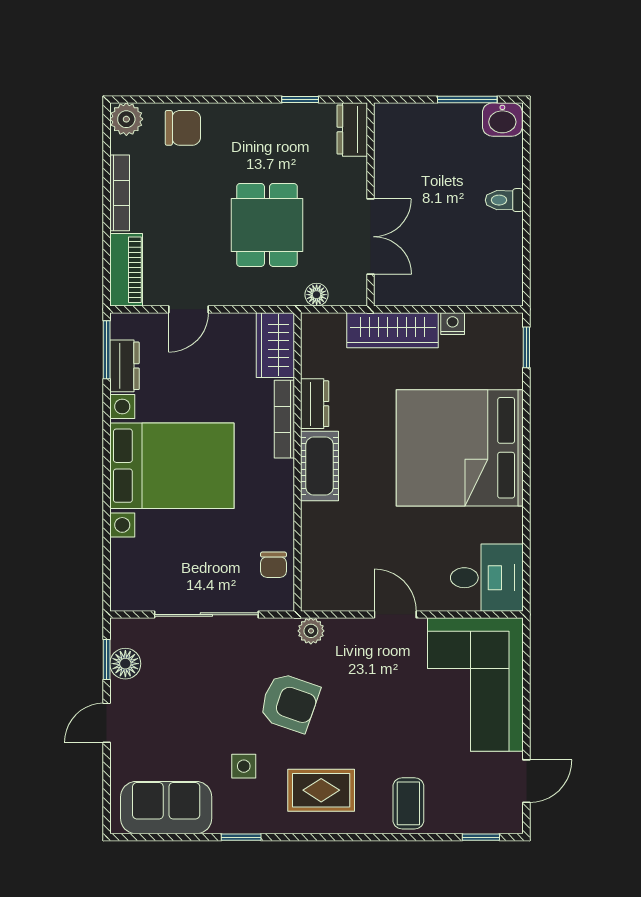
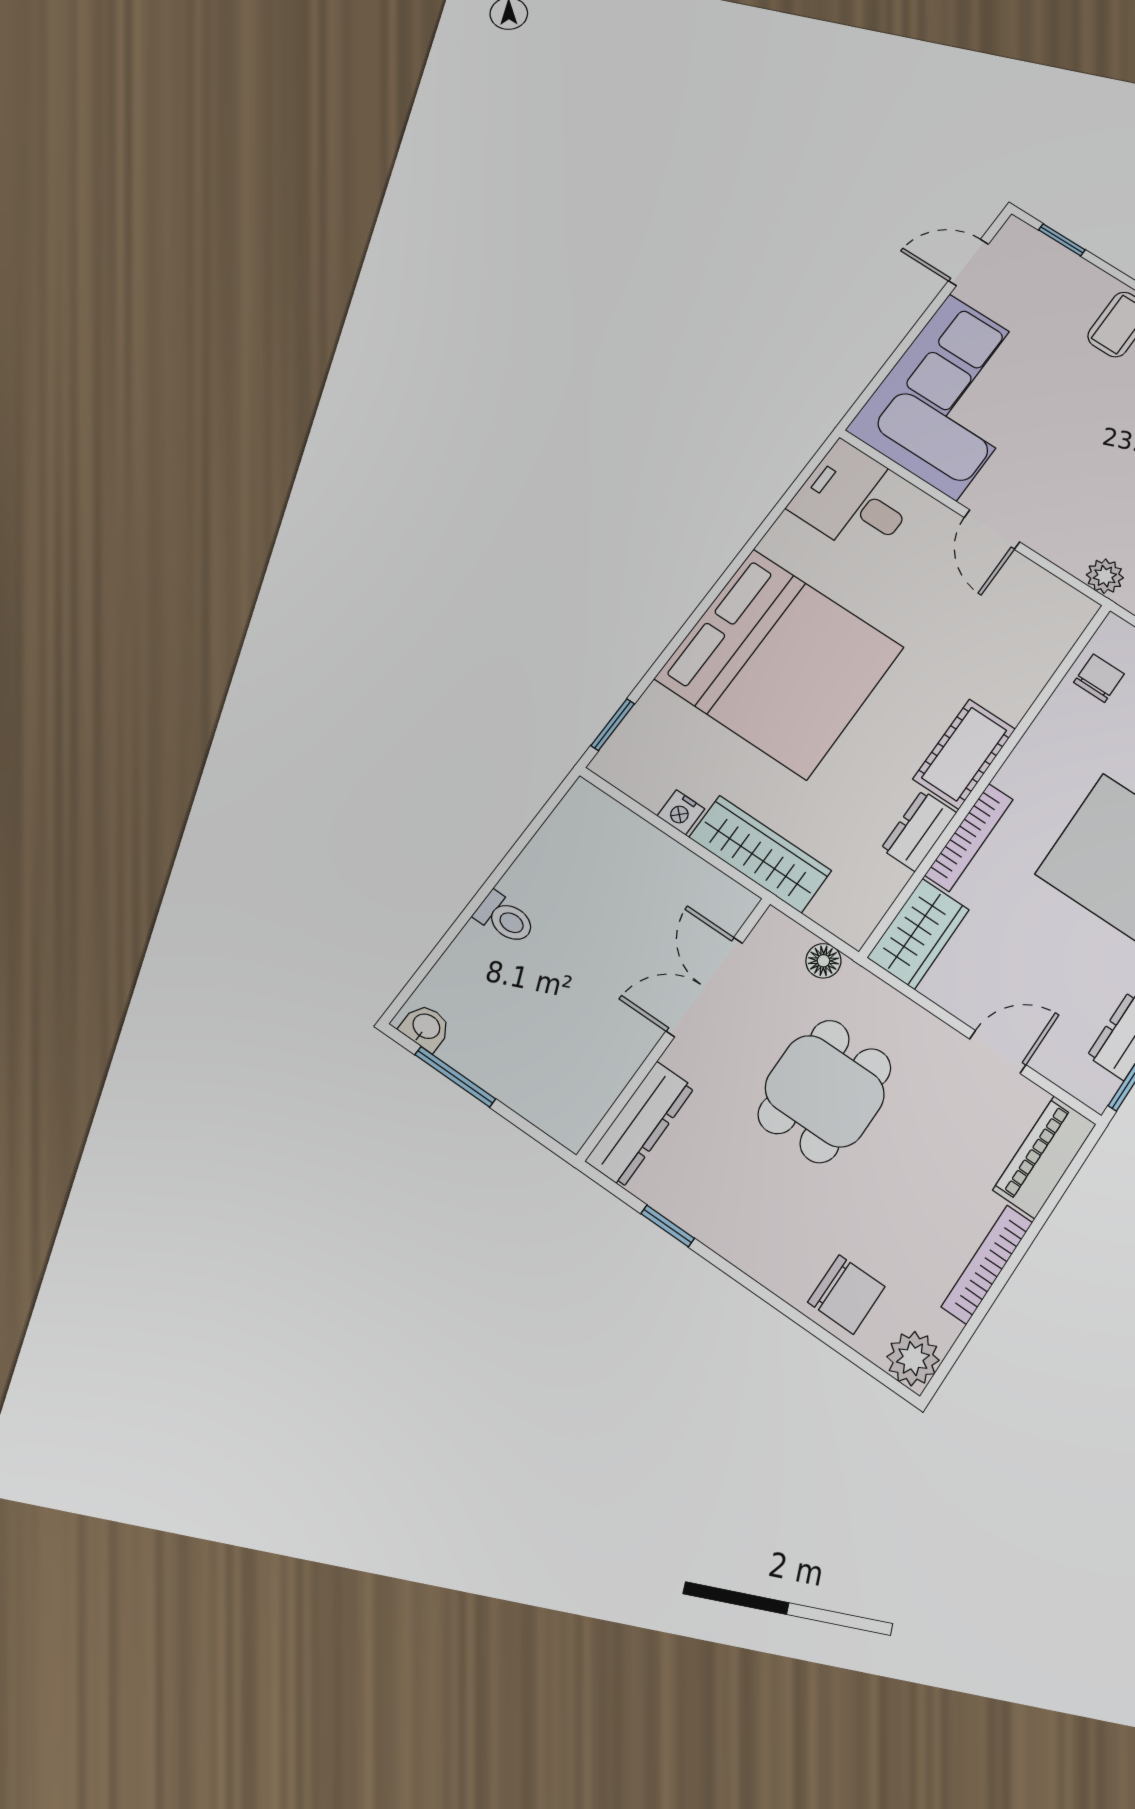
washbasin: (502, 119) -> (426, 1027), width x0.72, depth x0.69
chair: (183, 128) -> (846, 1294), turned 180
dresser: (352, 130) -> (640, 1124), width x1.44

